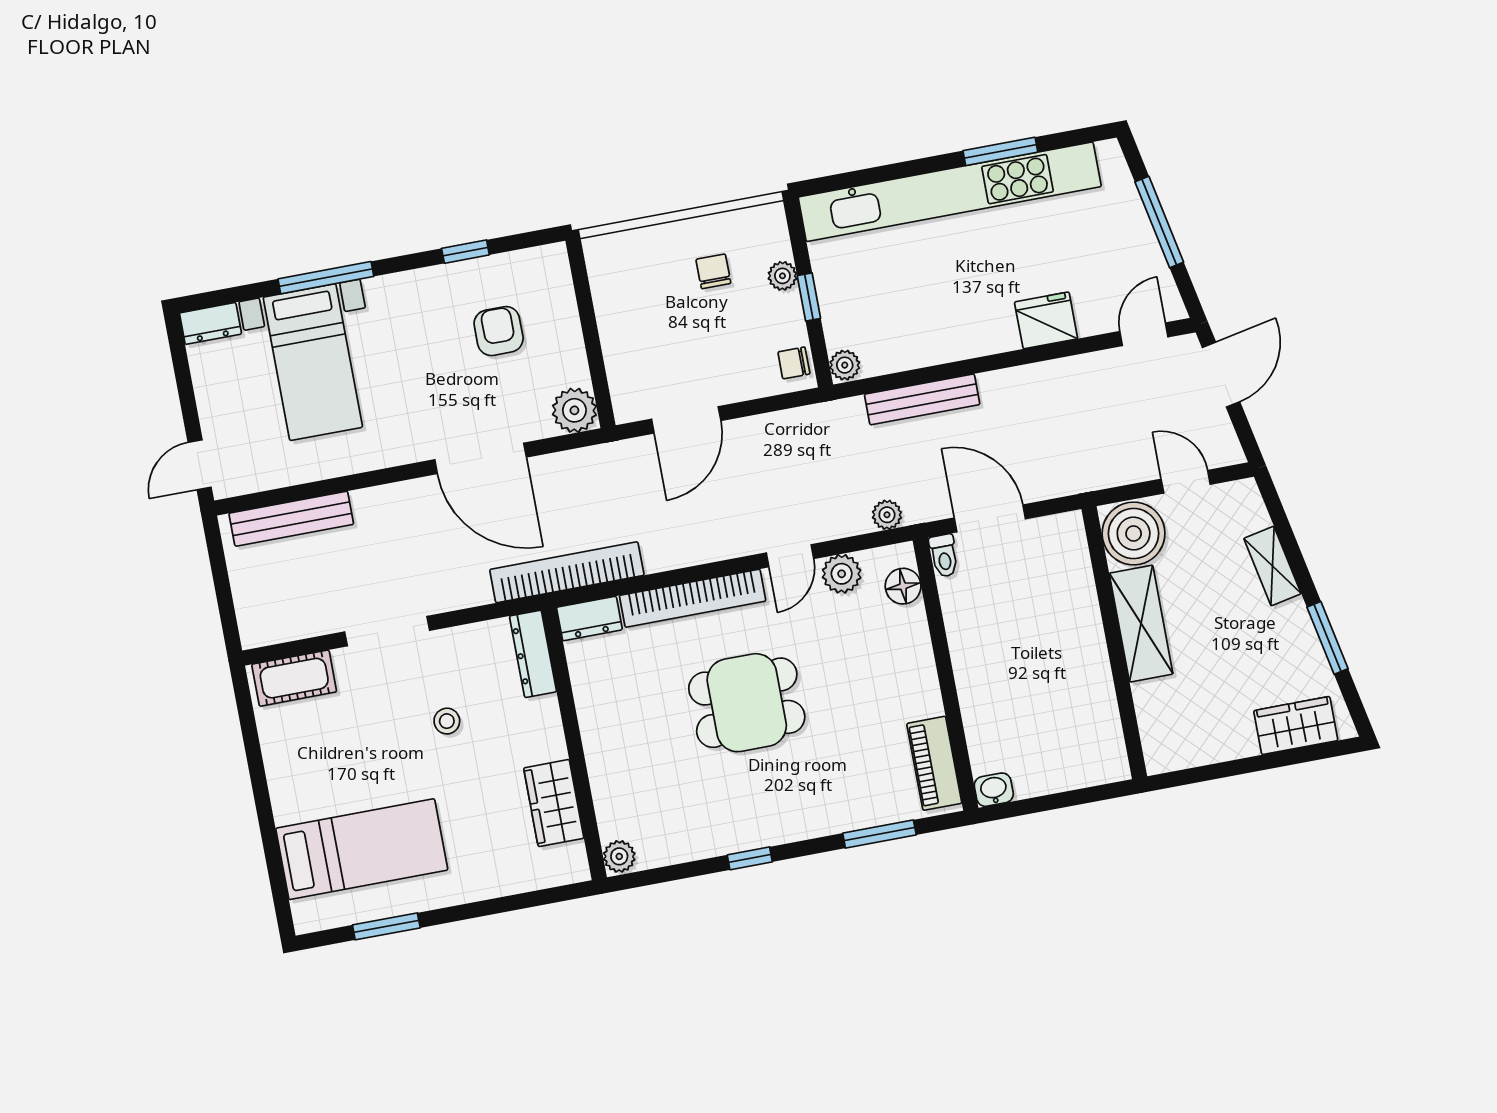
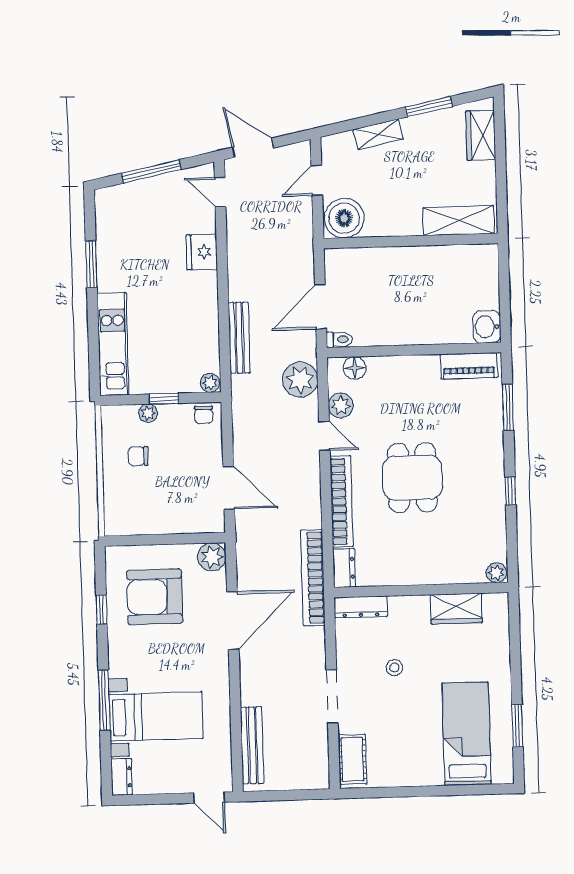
kitchen unit: (950, 192) -> (113, 344), width x0.54
armchair: (499, 331) -> (155, 597), width x1.88, depth x1.88
plant: (887, 515) -> (300, 380), width x1.88, depth x1.88
shelving: (1141, 624) -> (459, 221), moved
washbasin: (994, 790) -> (487, 327), width x1.38, depth x1.45

